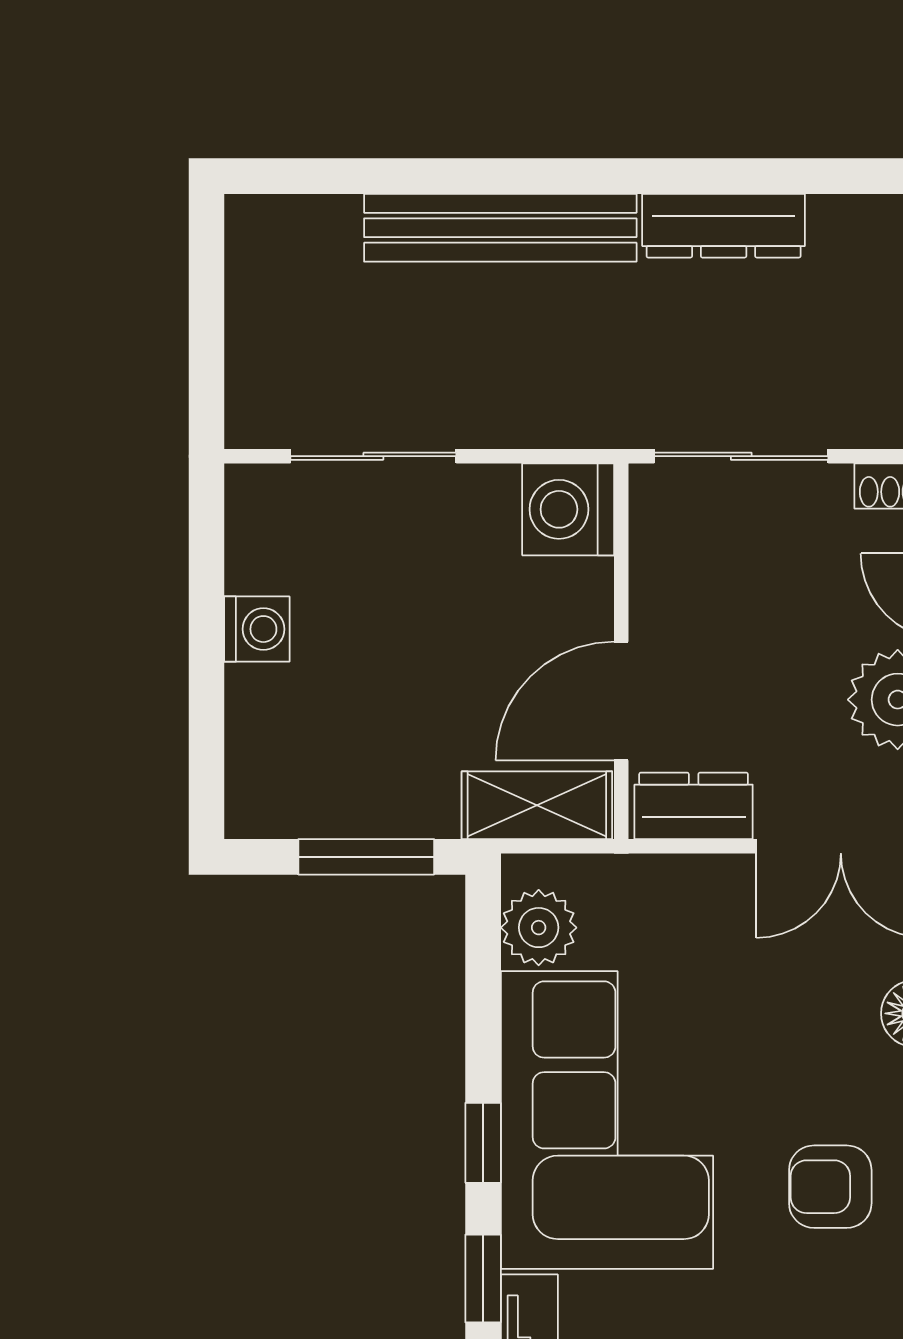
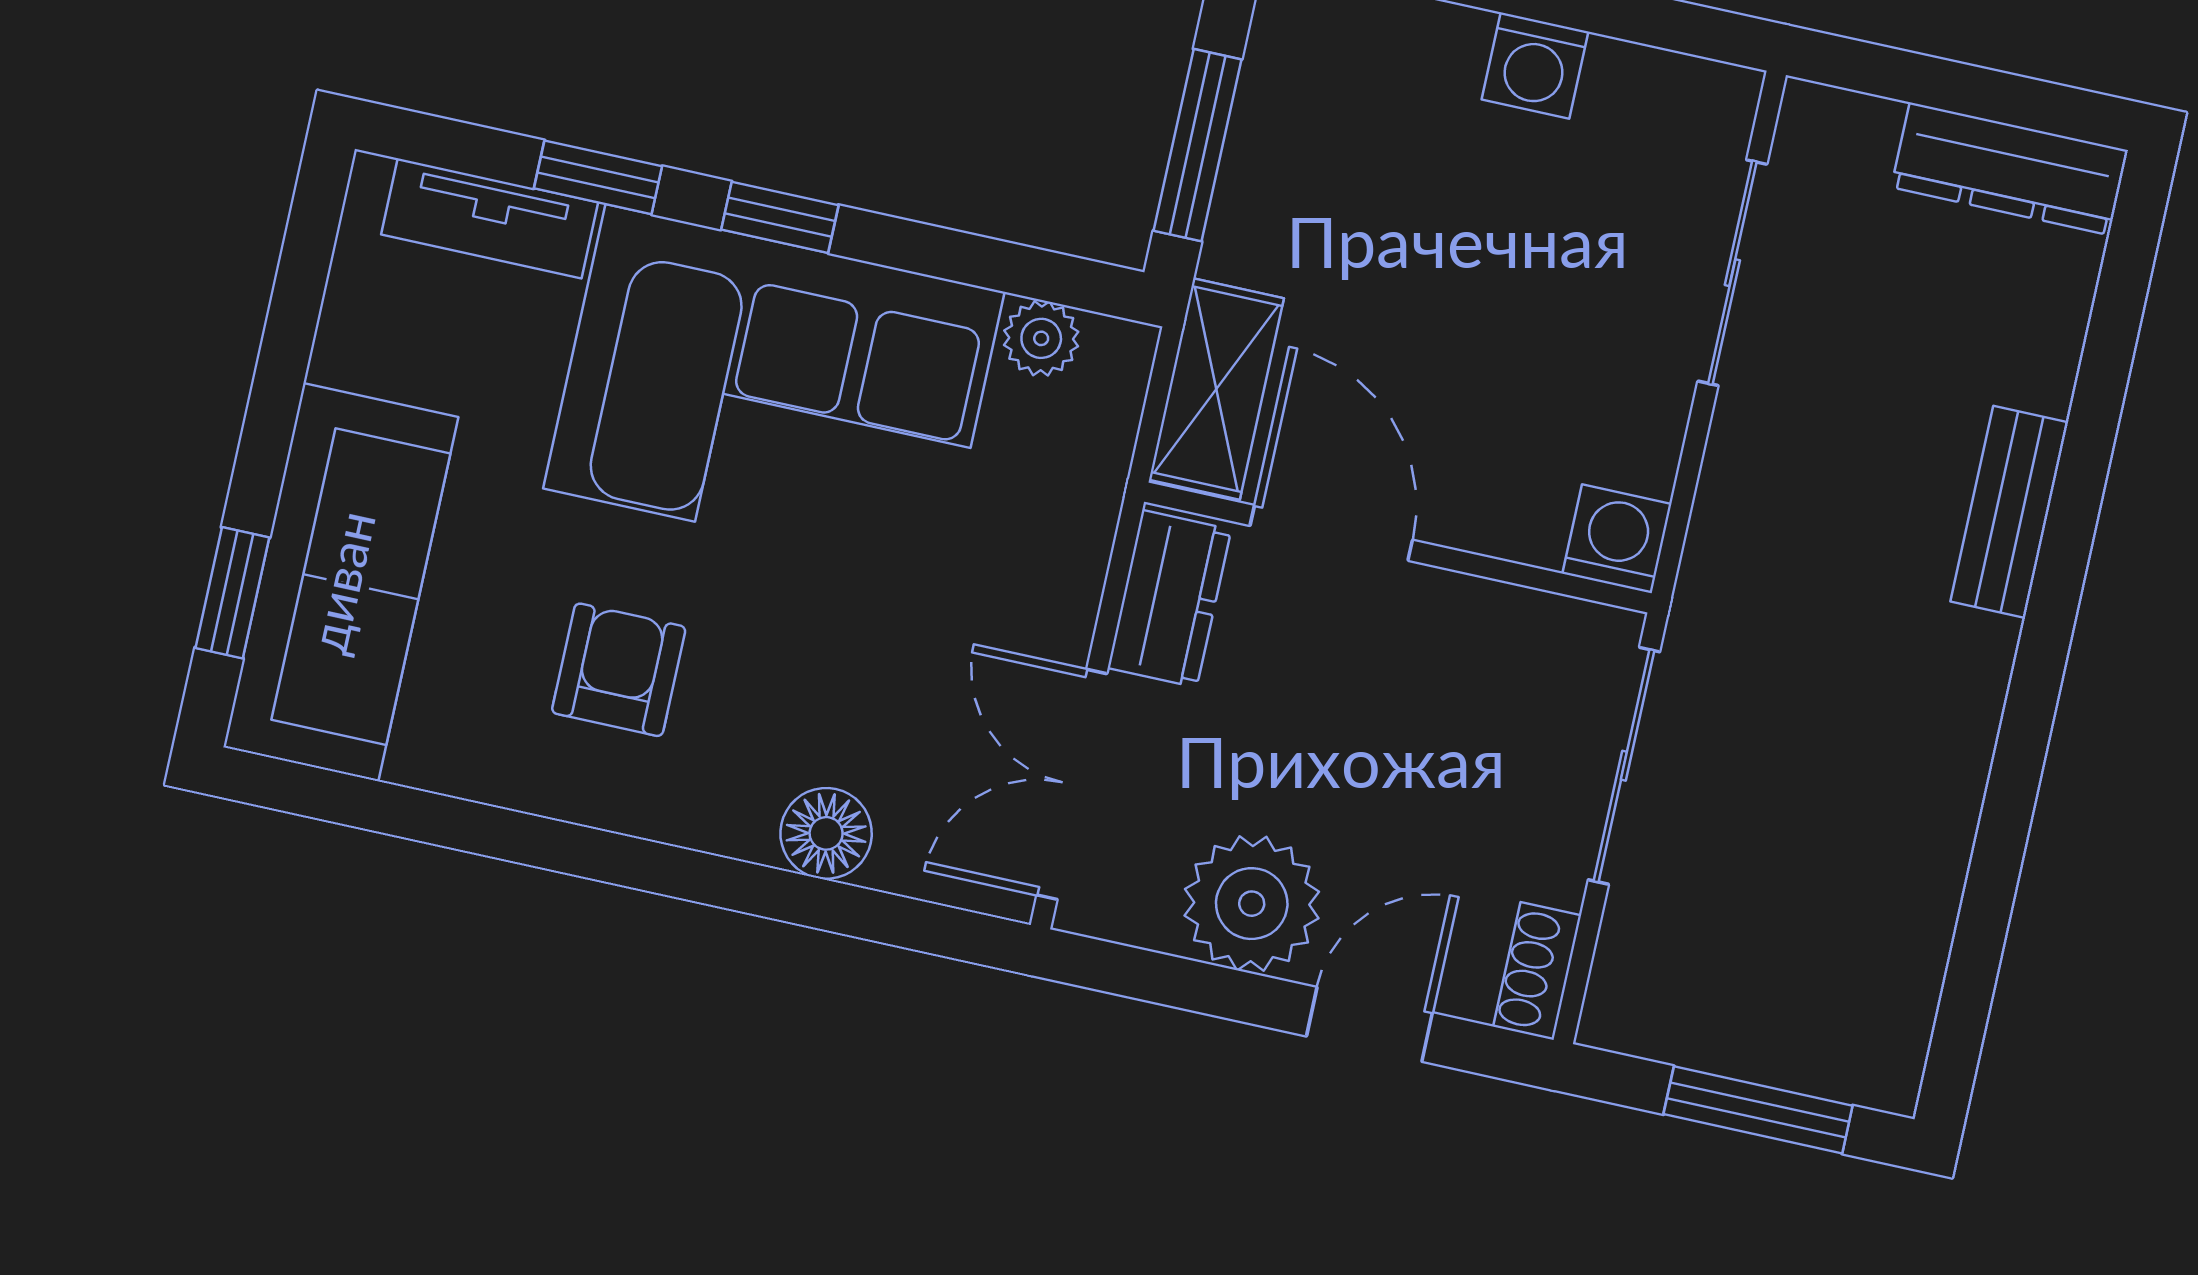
dresser: (724, 226) -> (2009, 169), moved, turned -90
bench: (500, 228) -> (2009, 512), width x0.54, depth x0.82
washing machine: (568, 509) -> (1617, 539), width x0.73, depth x0.73
plant: (539, 928) -> (1041, 338), width x0.73, depth x0.73

